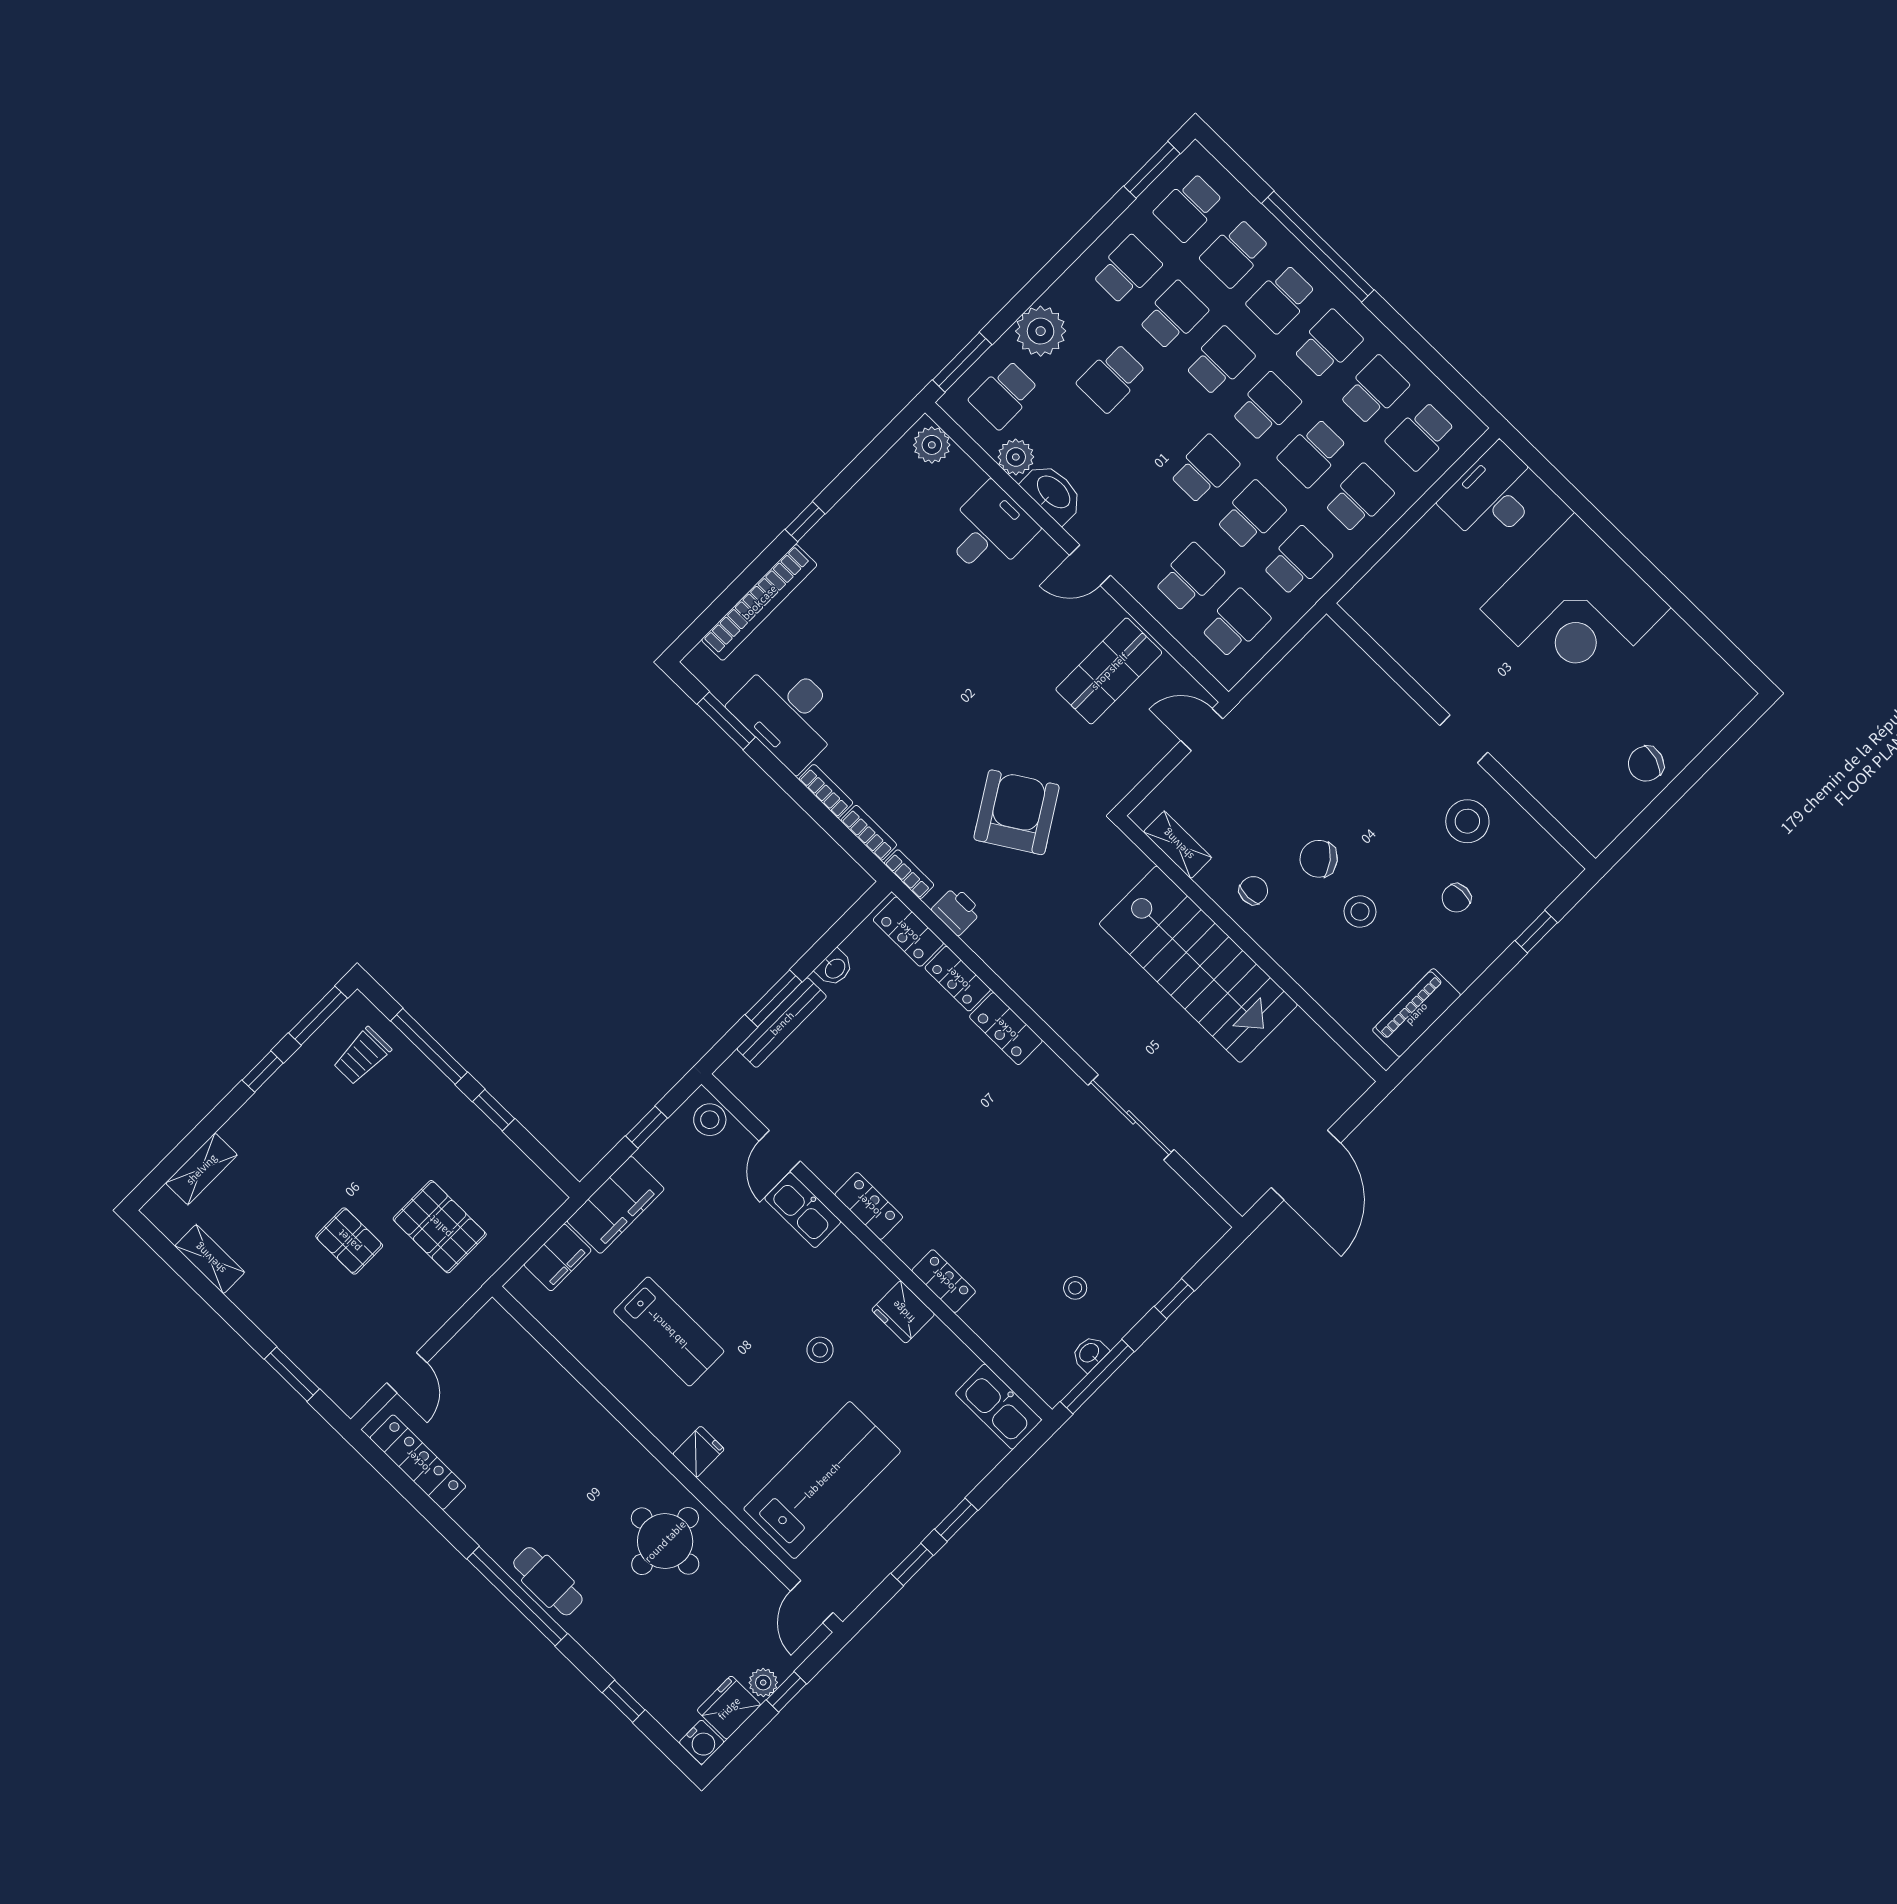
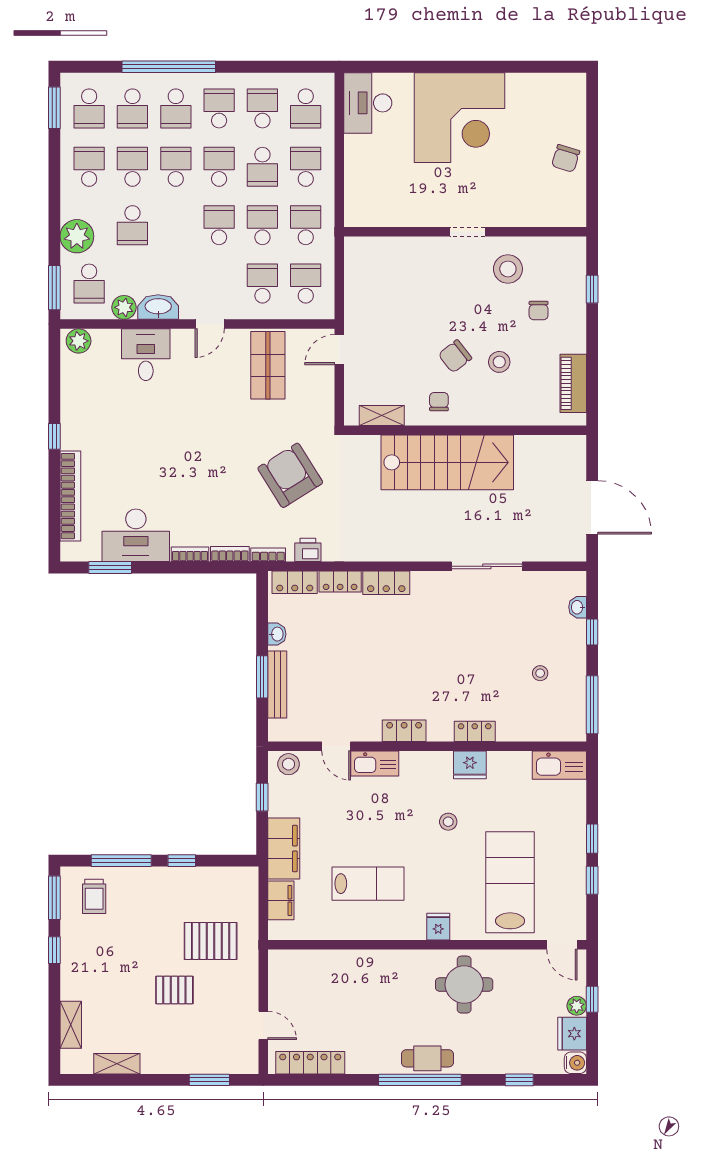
washbasin: (1090, 1353) -> (578, 607), moved

